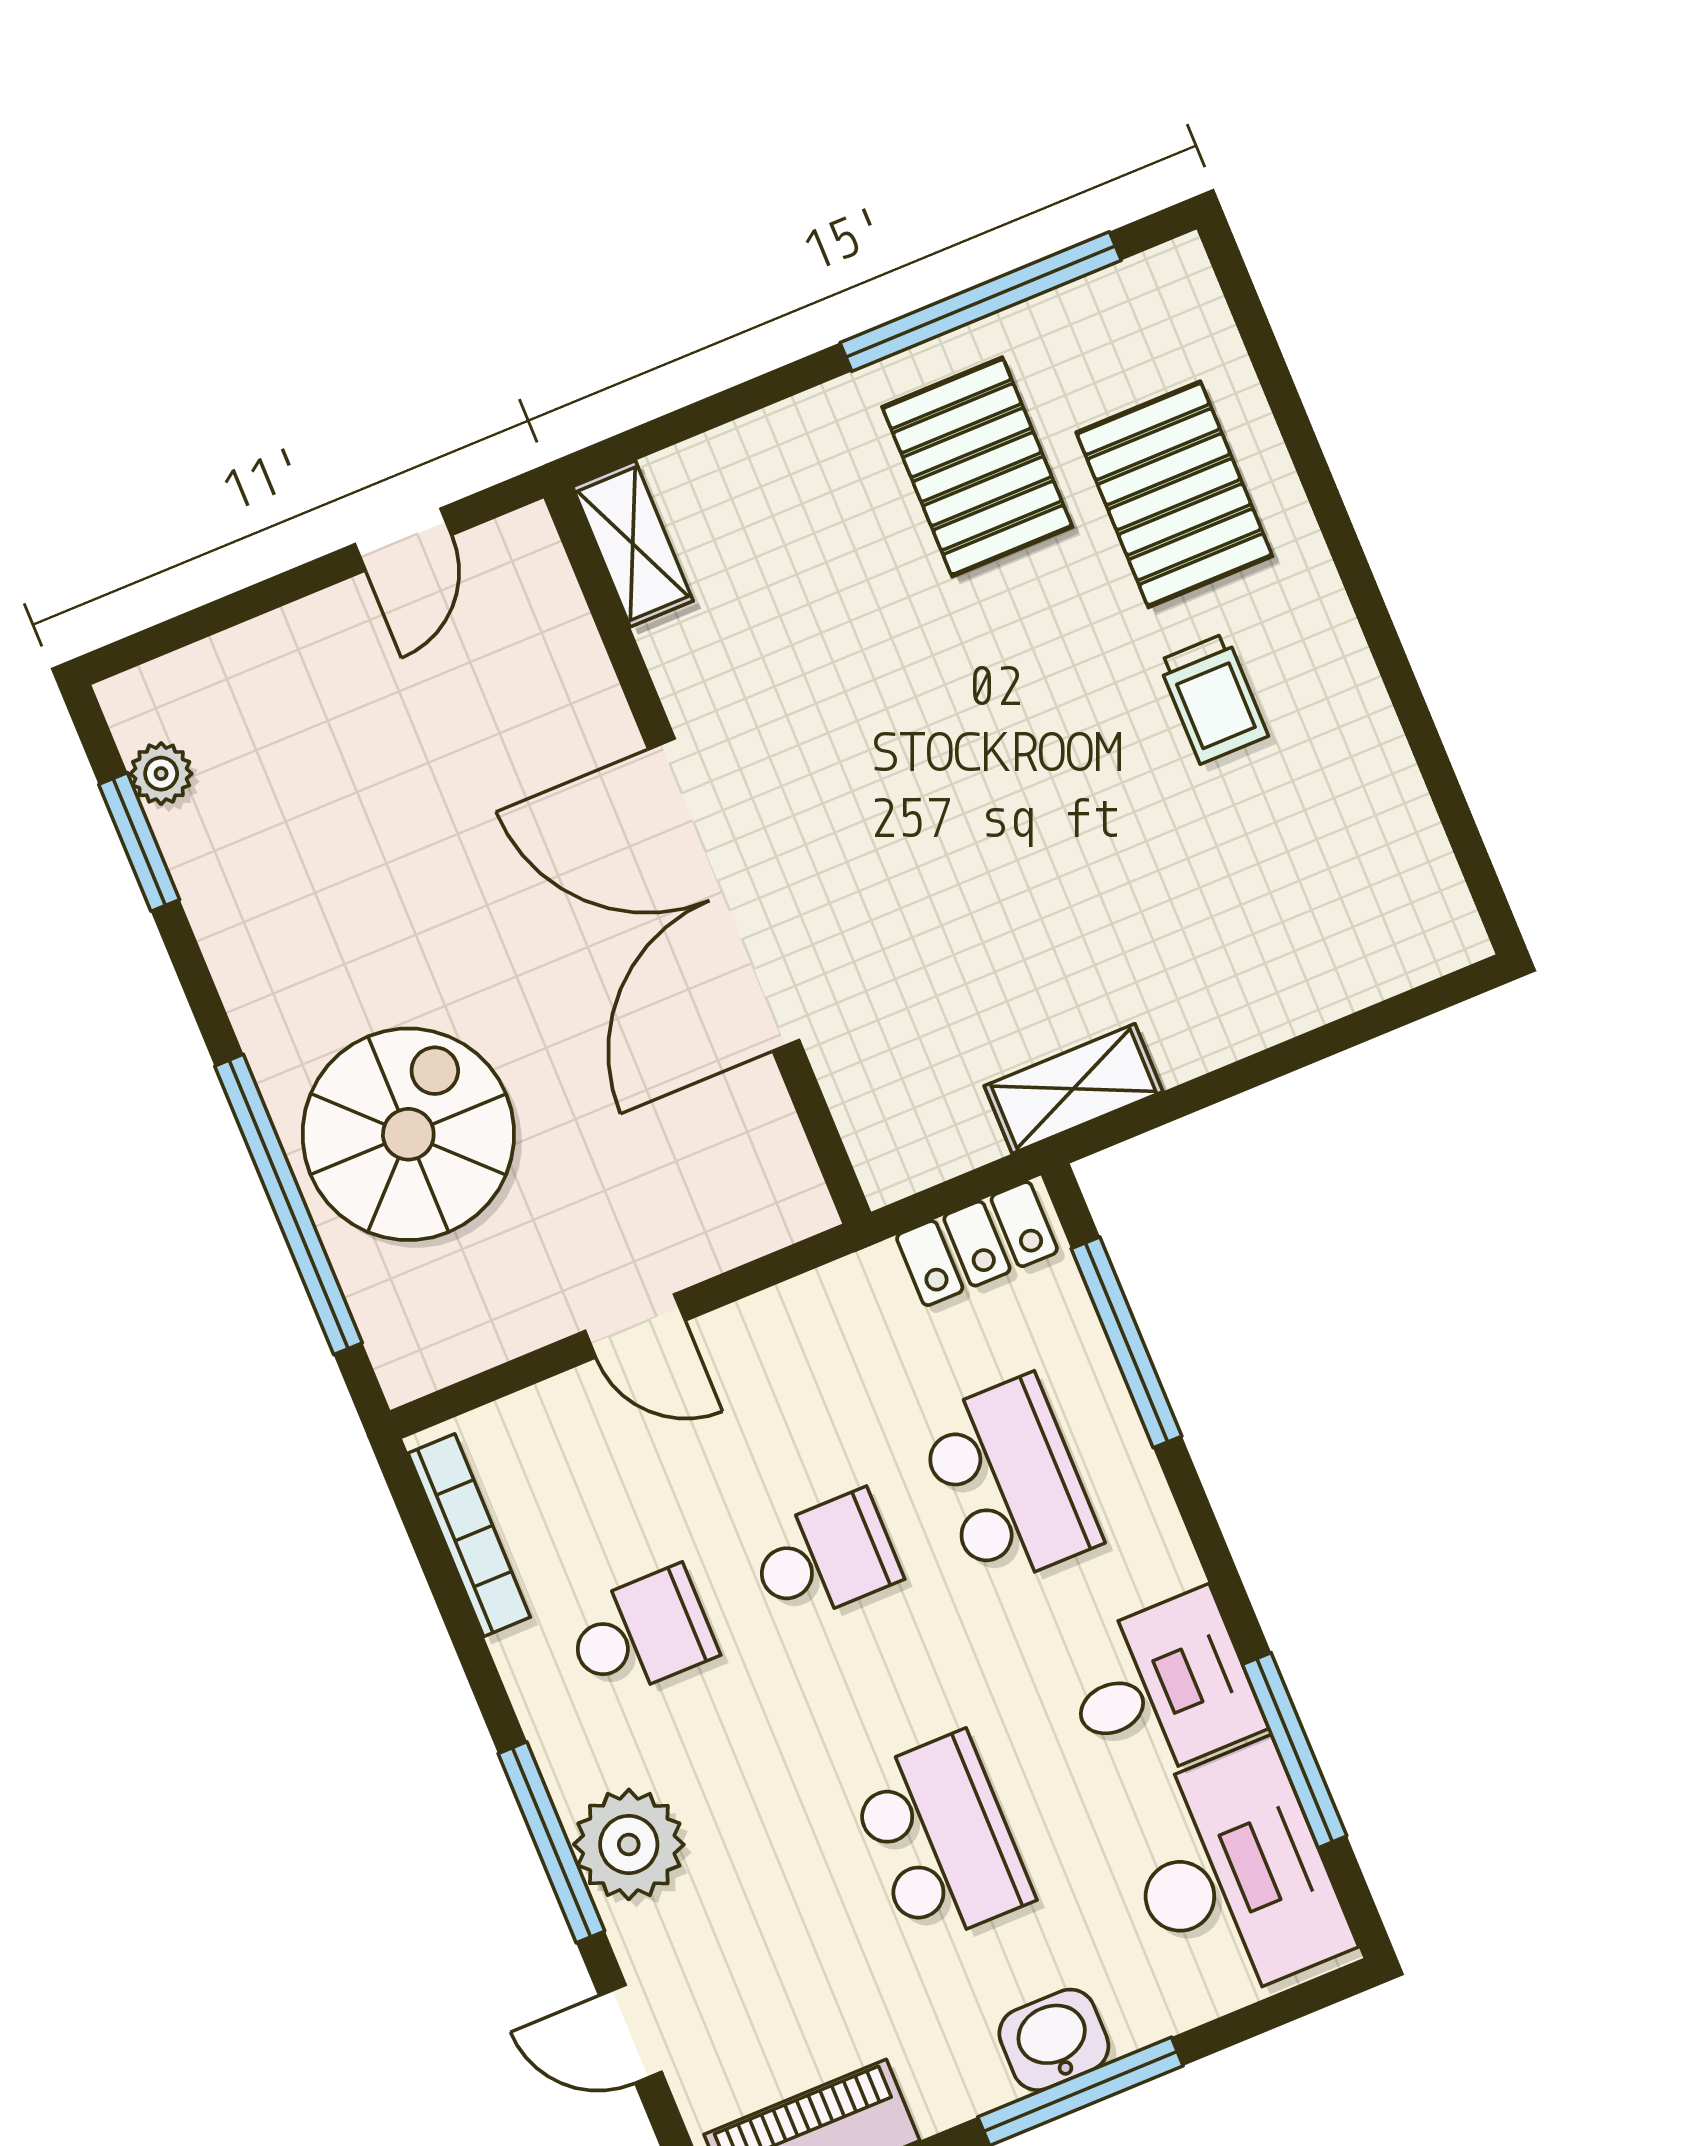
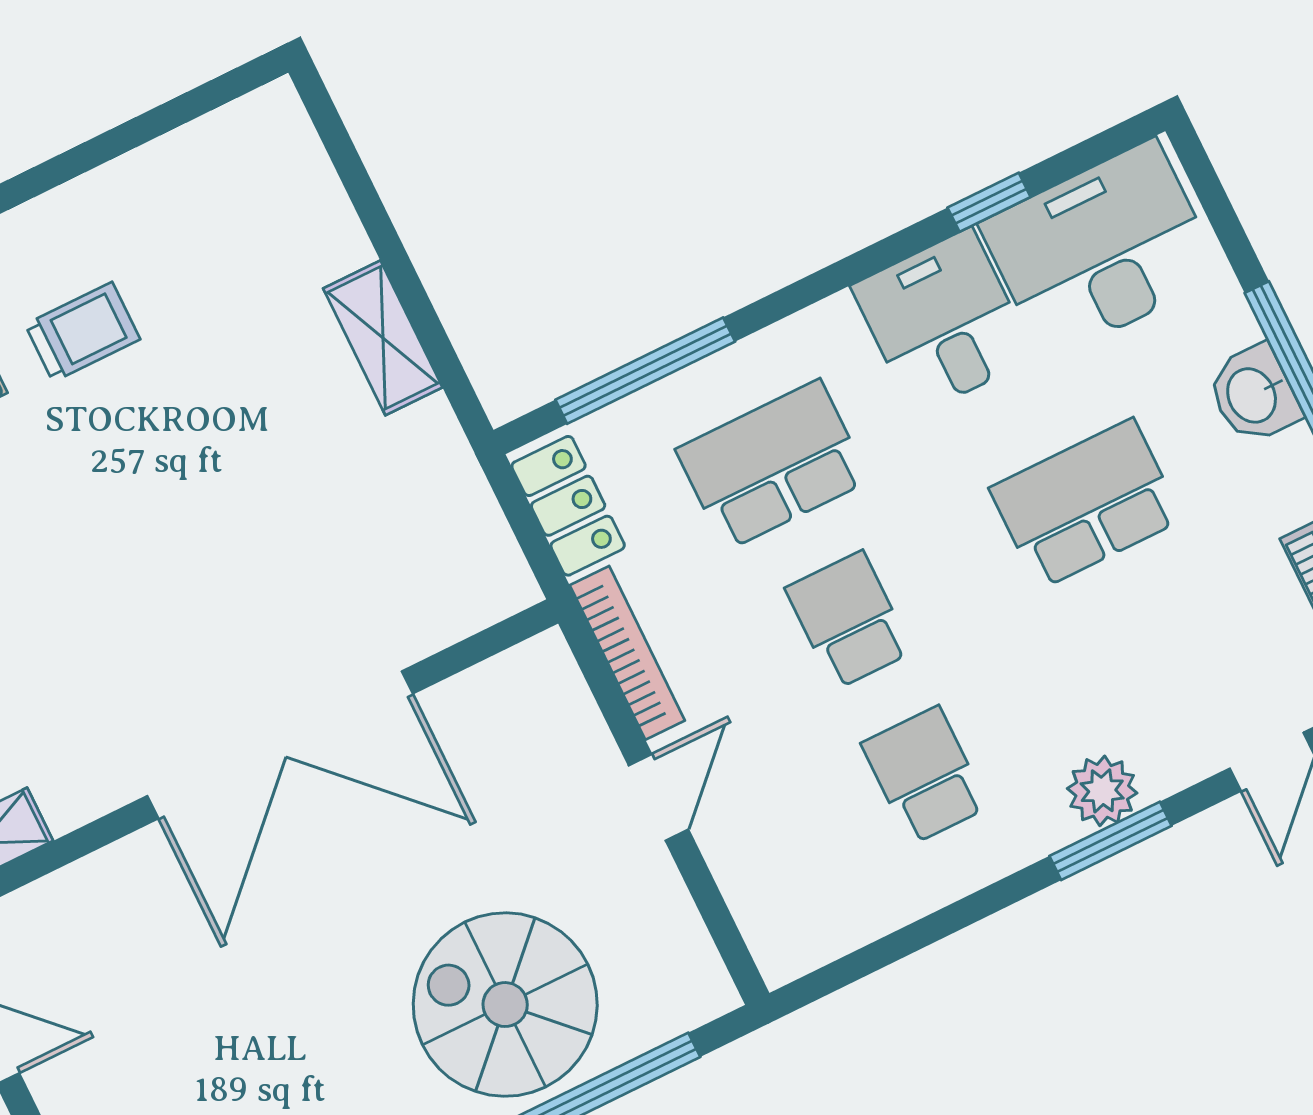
shelving: (1074, 1089) -> (383, 338), moved
bookcase: (469, 1535) -> (627, 653), moved, turned 90
window: (1295, 1750) -> (989, 202), width x0.46
window: (551, 1842) -> (1111, 841), width x0.69
plant: (629, 1844) -> (1102, 791), width x0.73, depth x0.73

